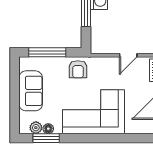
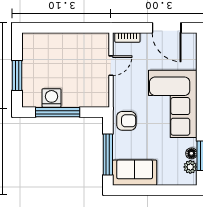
door: (128, 55) -> (111, 66), hinge flipped
sofa: (31, 91) -> (135, 173), moved

